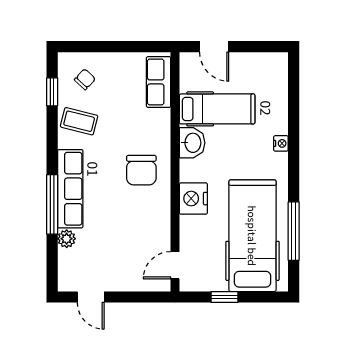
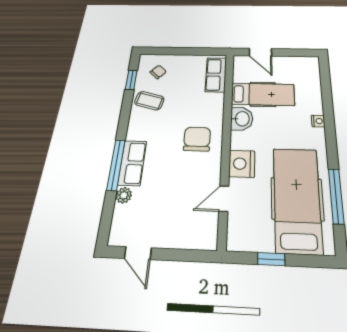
chair: (141, 170) -> (197, 139), turned 180
row of seats: (70, 189) -> (132, 163), width x0.68
door: (175, 265) -> (224, 199), moved

